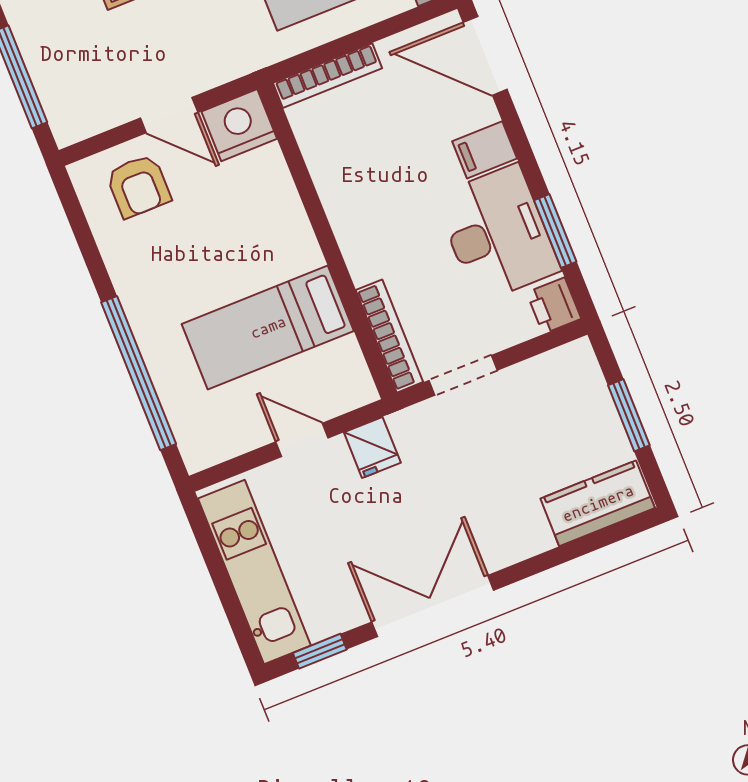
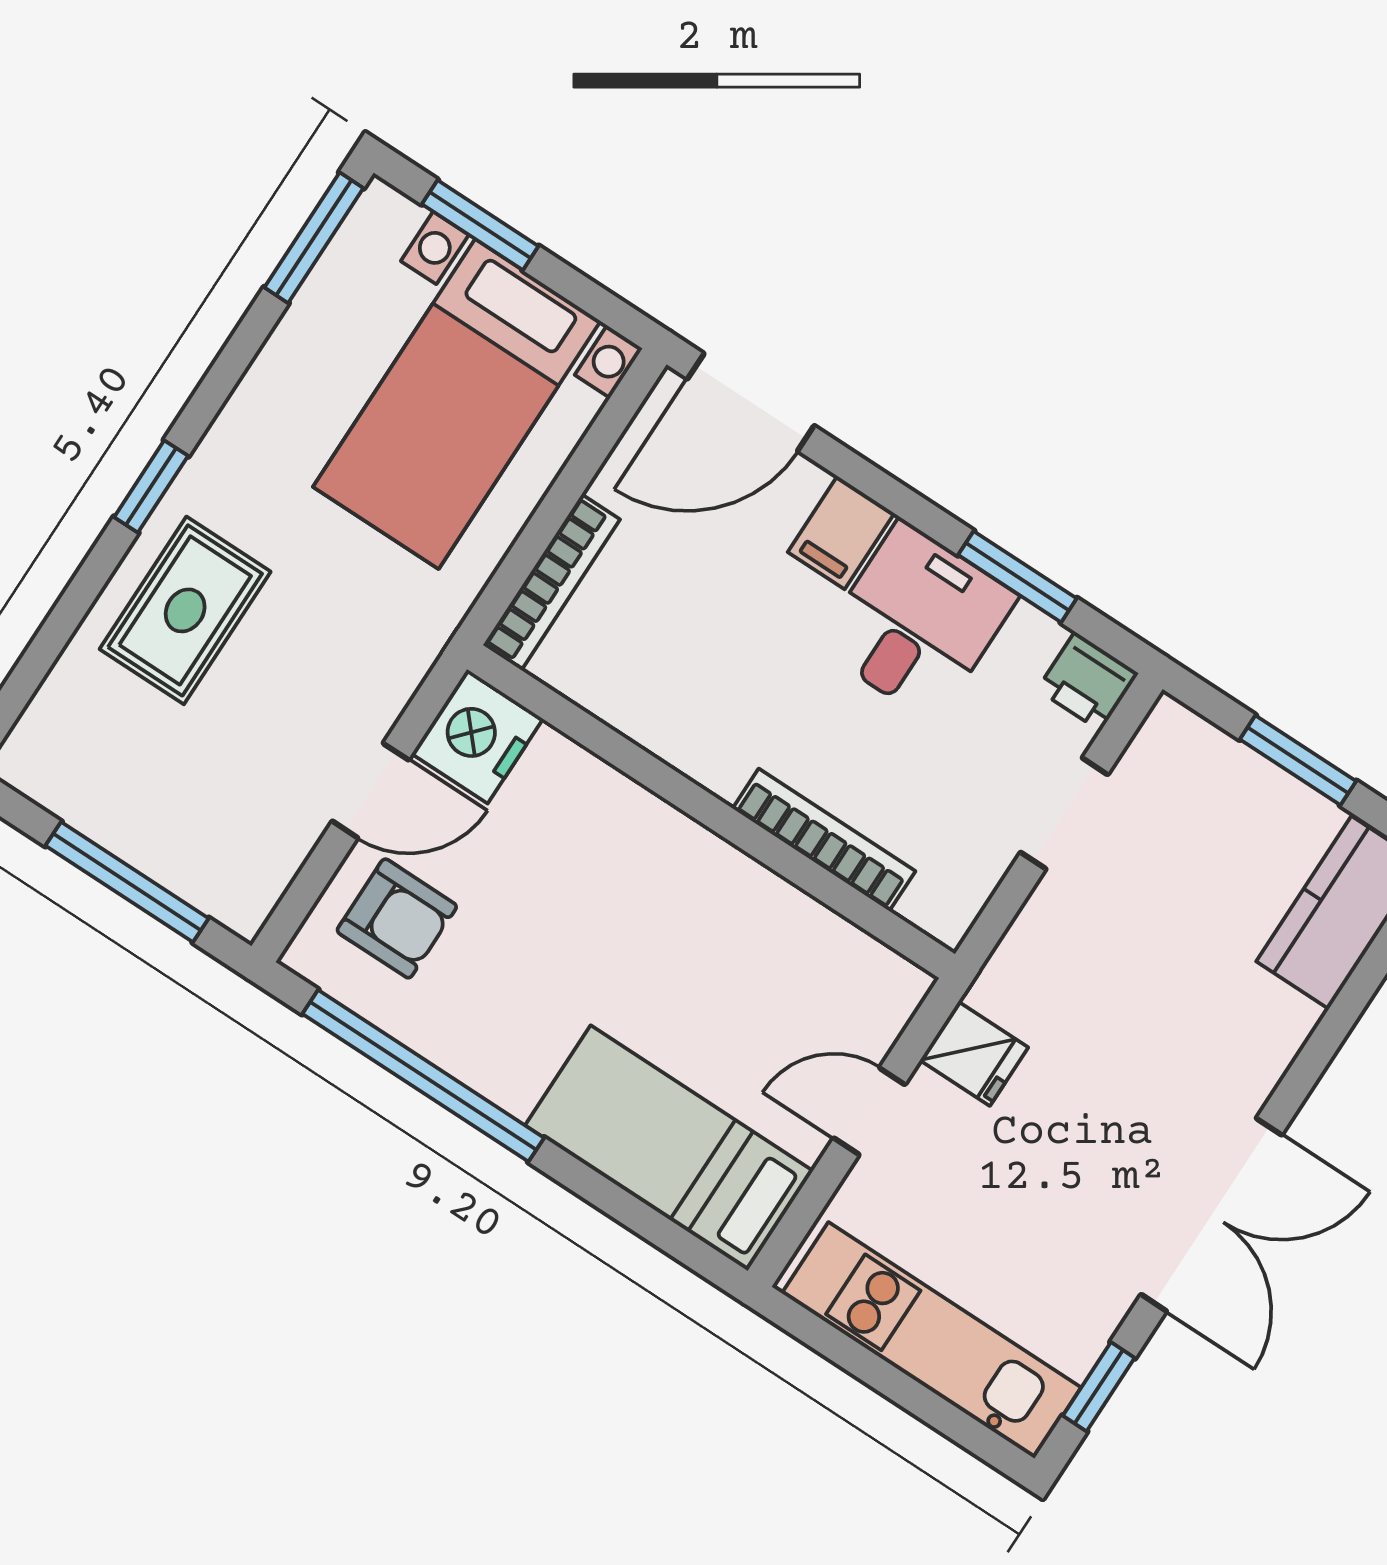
desk: (497, 233) -> (917, 621), width x0.73
bed: (268, 327) -> (669, 1148), moved, turned 90
bookcase: (389, 336) -> (824, 840), moved
window: (139, 373) -> (423, 1076), moved
doorway: (463, 375) -> (1064, 813), moved
double door: (433, 606) -> (1211, 1215), swing flipped

